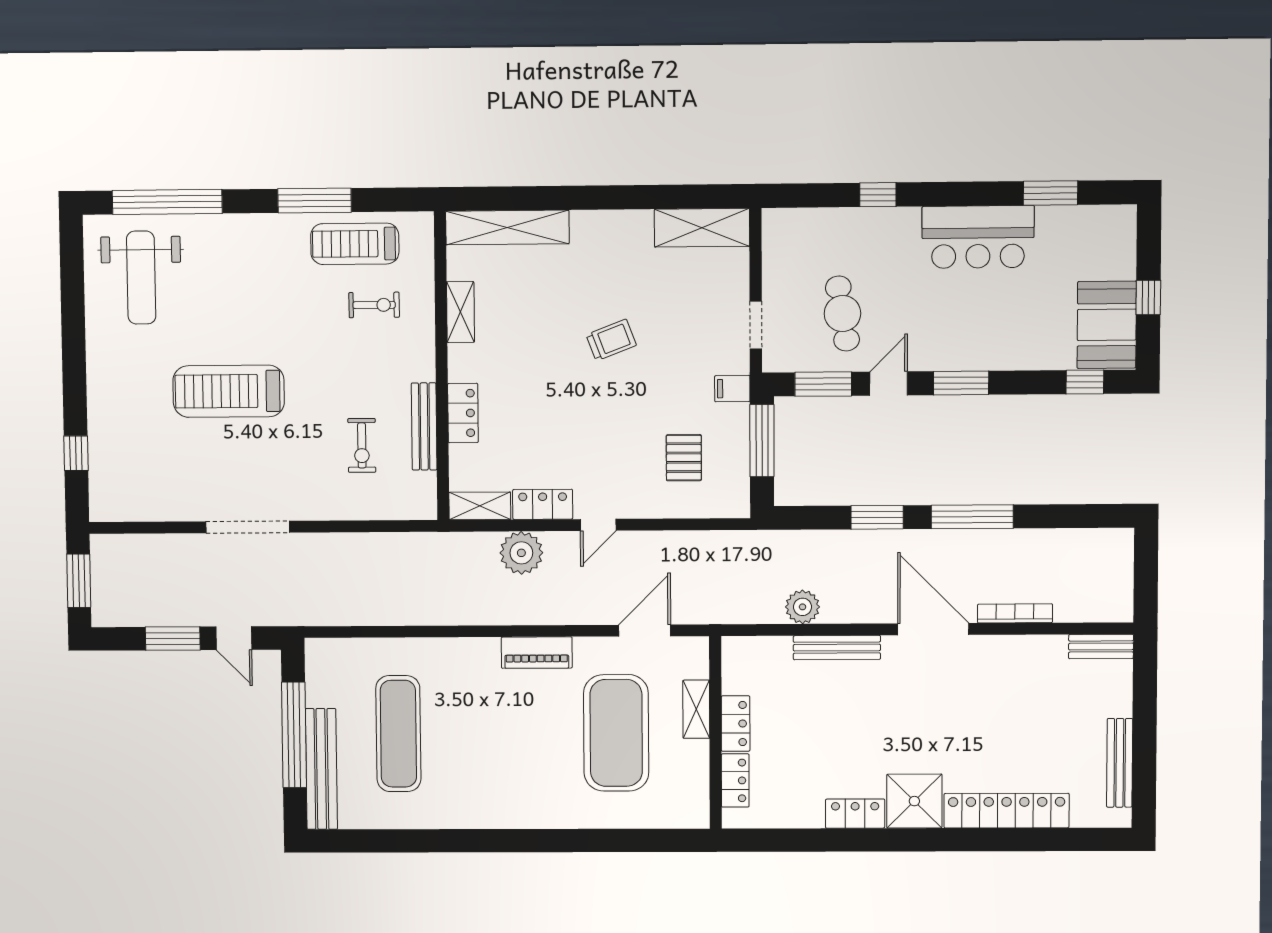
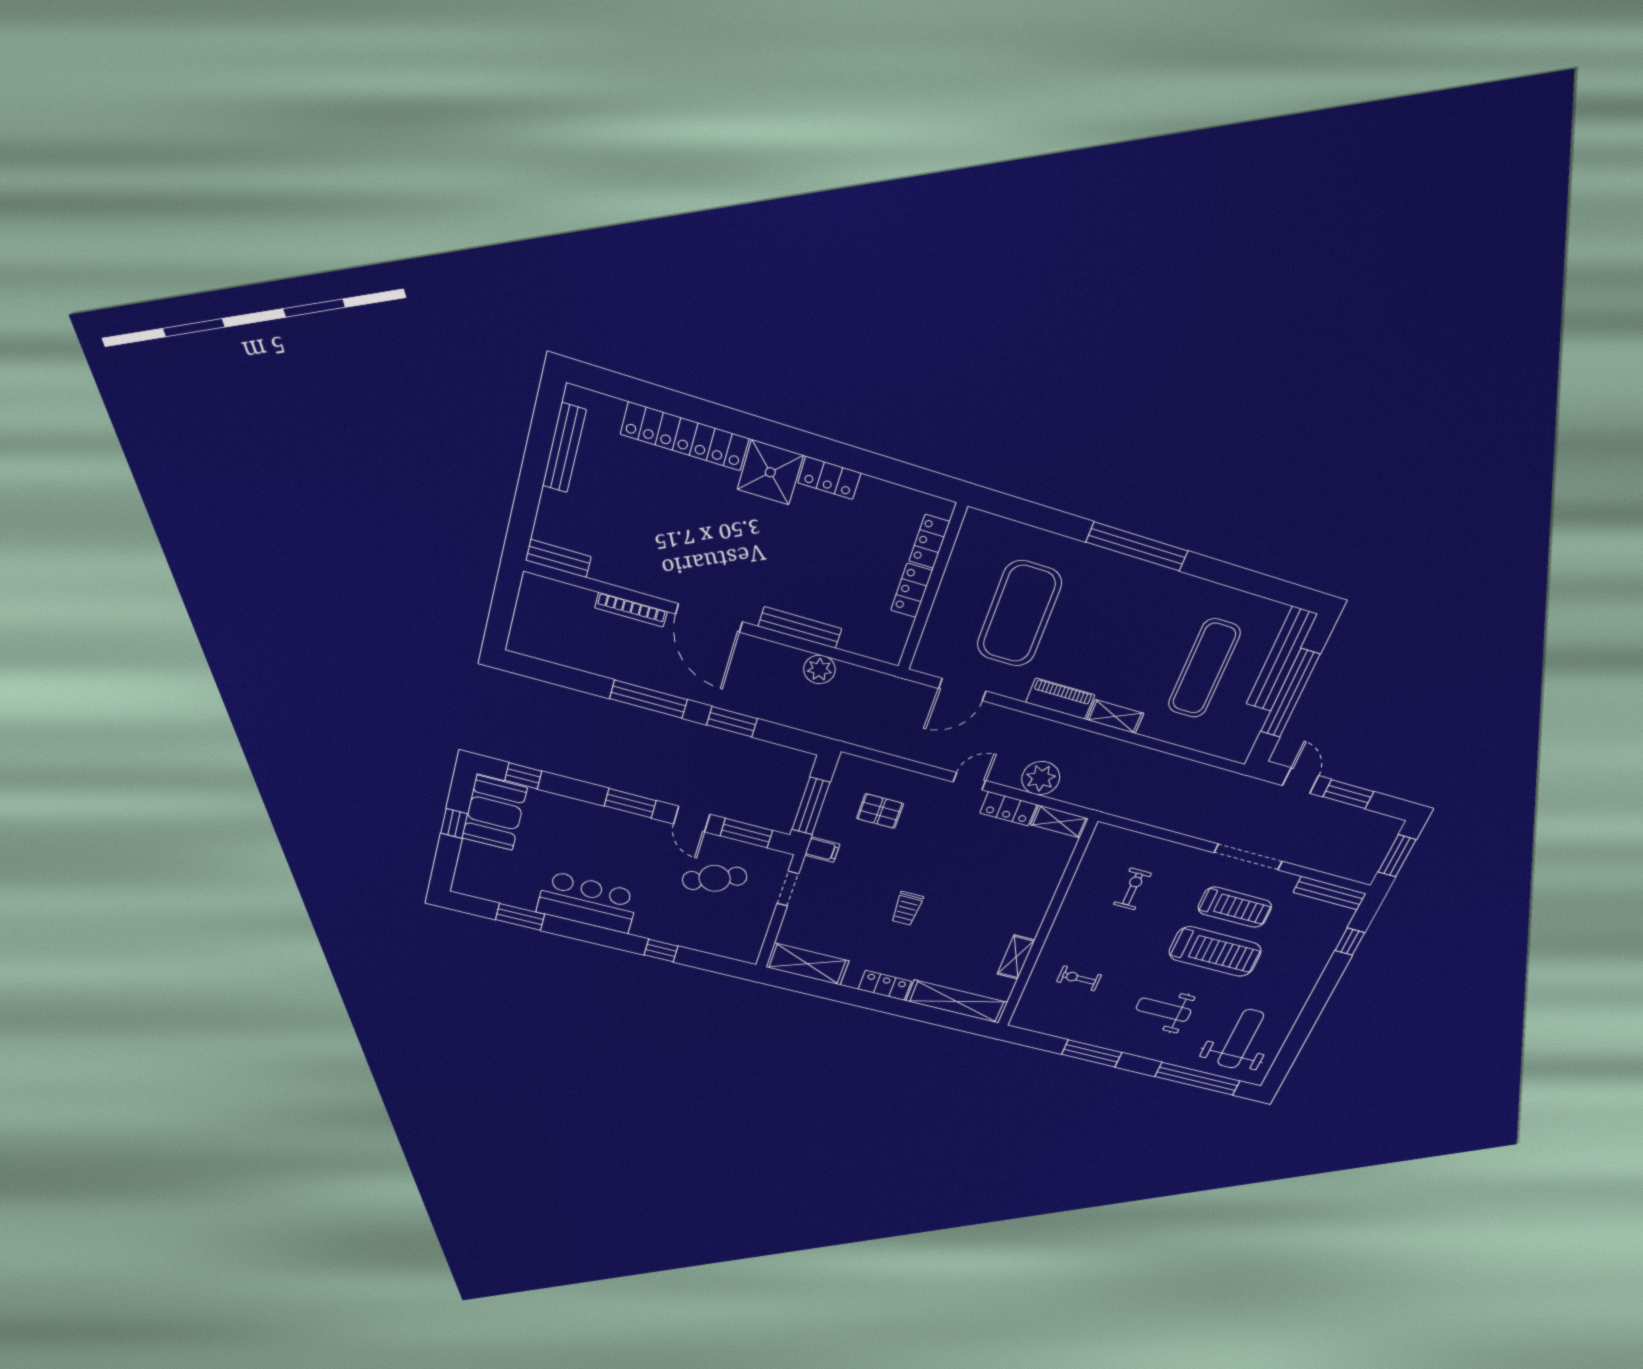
treadmill: (355, 244) -> (1235, 907), moved
weight bench: (254, 291) -> (1164, 1010), added
cafe table: (842, 314) -> (715, 878), turned 76
trolley: (611, 340) -> (907, 908), turned -69
door: (889, 384) -> (692, 819), hinge flipped
locker: (463, 413) -> (885, 985), moved, turned 90
bench: (424, 426) -> (1330, 893), moved, turned 90
pallet: (684, 458) -> (880, 811), turned 90
shelving: (696, 709) -> (1115, 717), moved, turned 90
window: (524, 841) -> (1137, 546), added

